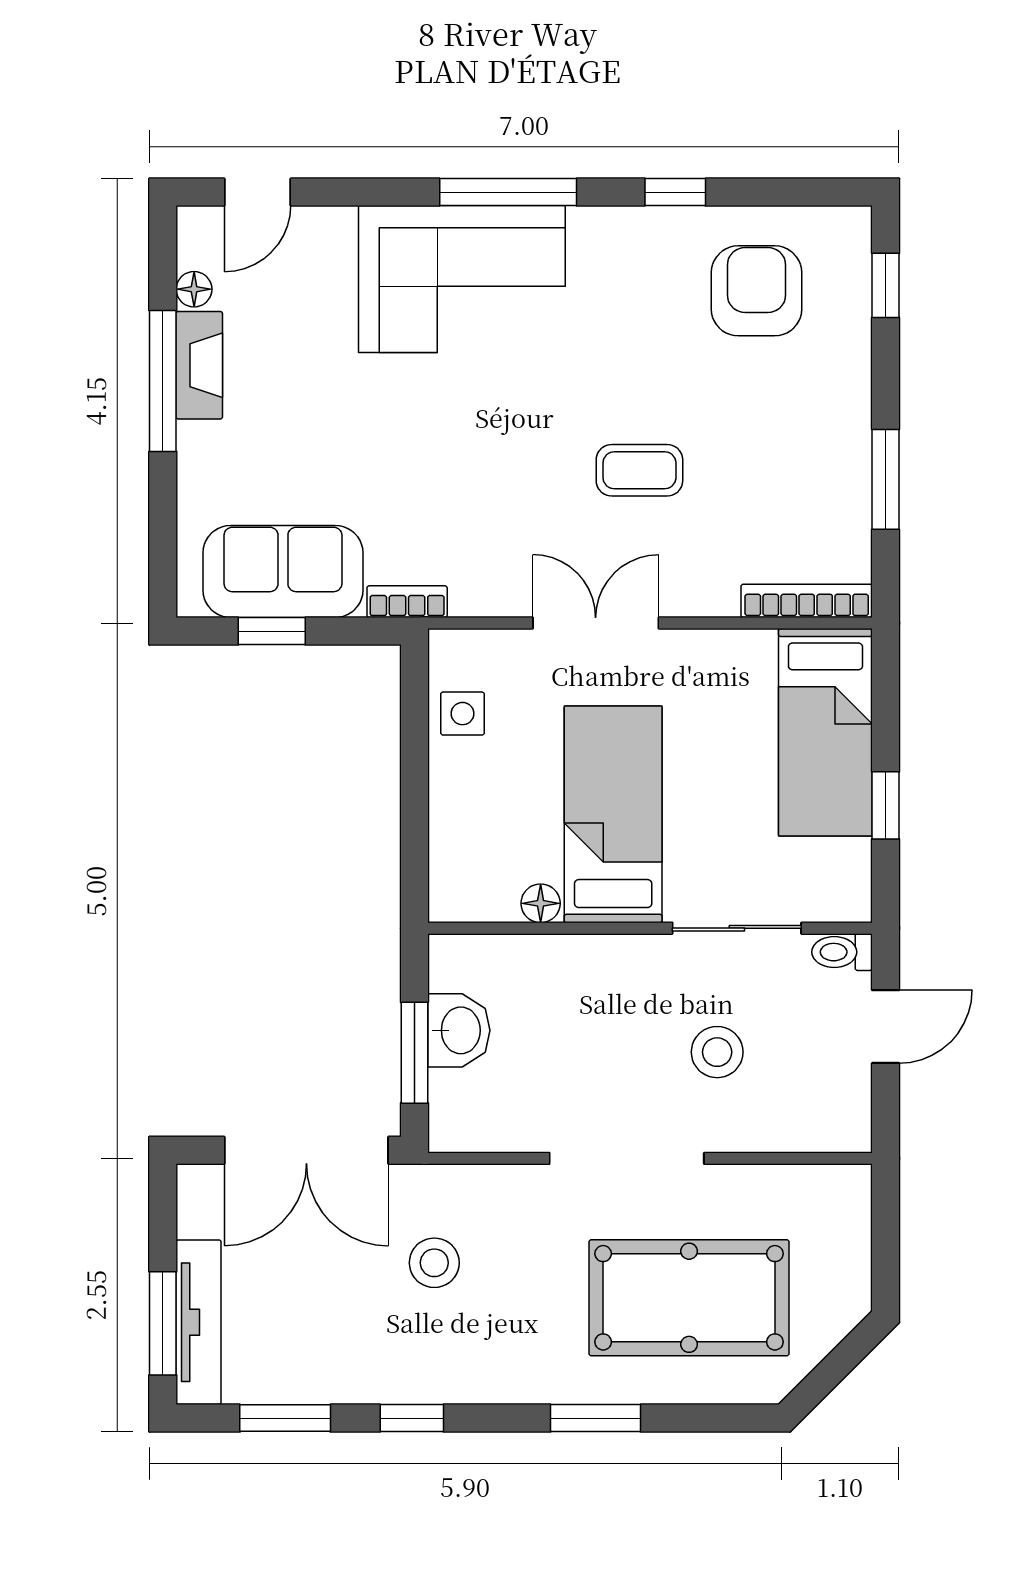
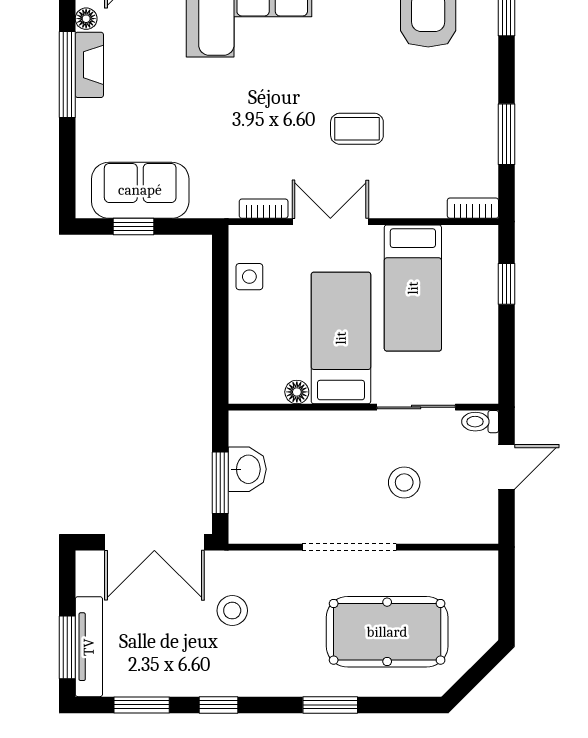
bookcase: (807, 601) -> (473, 208), width x0.64
bookcase: (407, 602) -> (264, 209), moved
bed: (825, 732) -> (413, 288), moved
window: (886, 805) -> (507, 284), moved

